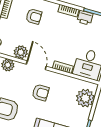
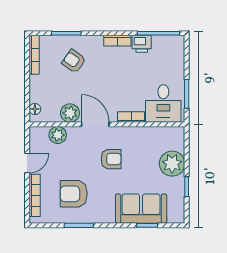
armchair: (34, 16) -> (74, 61), turned -145
plant: (85, 98) -> (172, 164), moved

